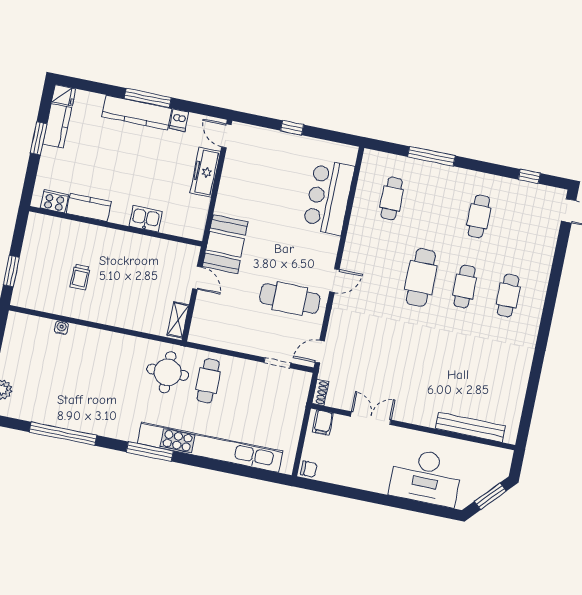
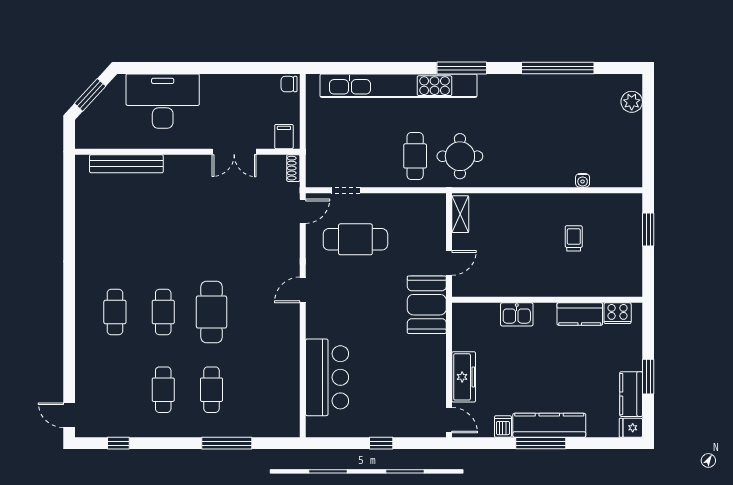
cafe table: (392, 198) -> (212, 390), moved
door: (197, 278) -> (449, 263), swing flipped
cafe table: (290, 299) -> (355, 239), moved

